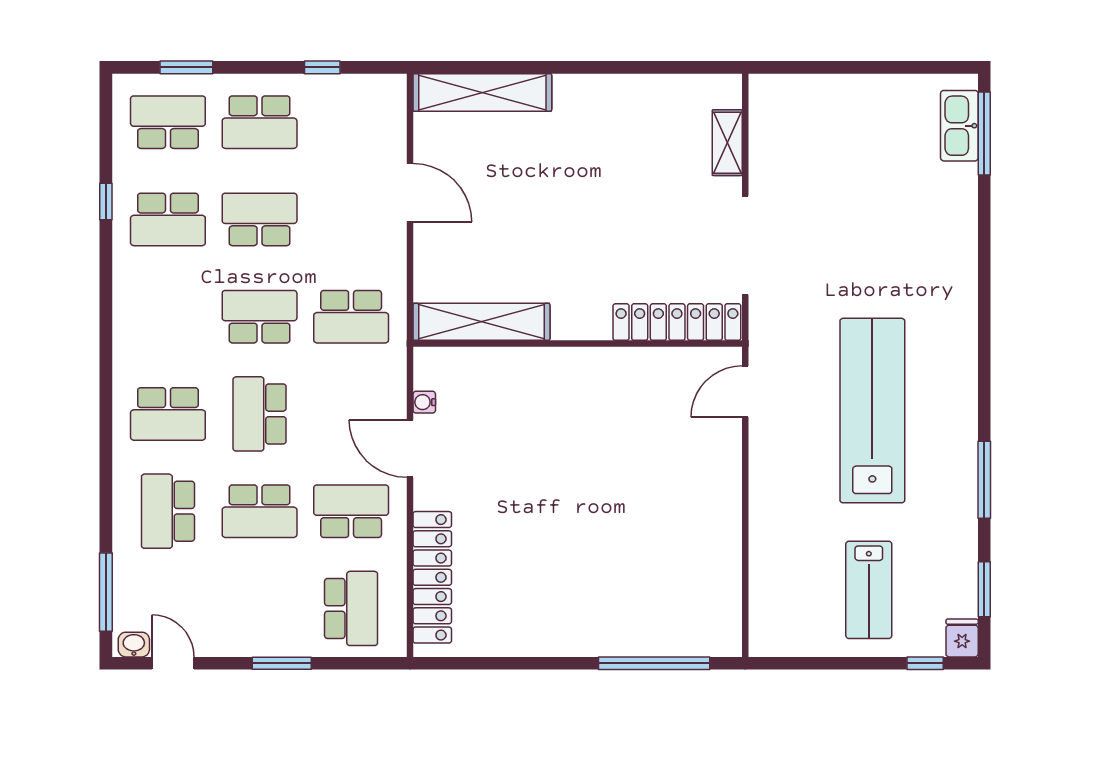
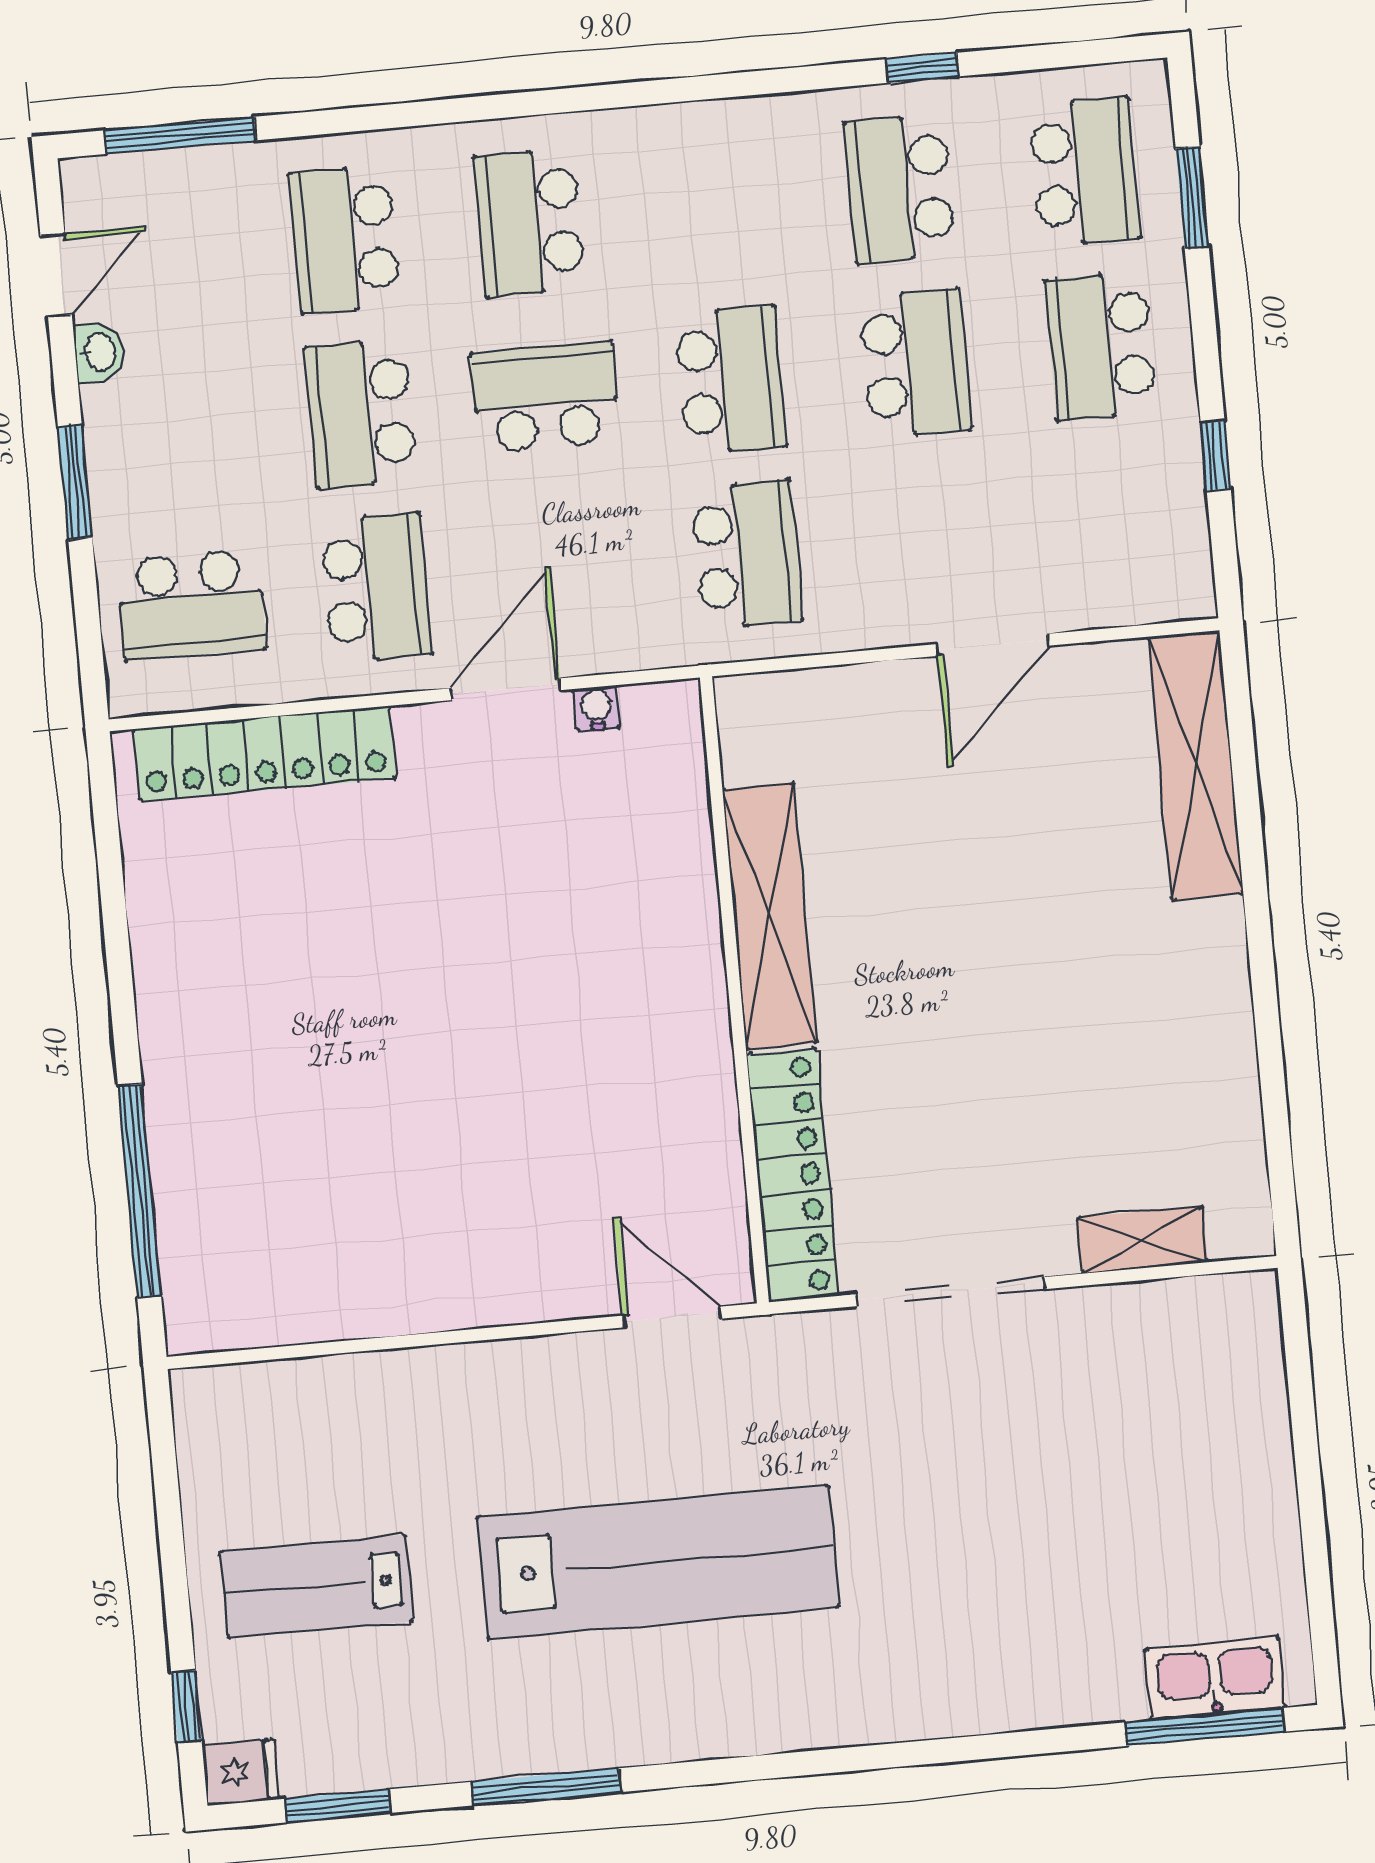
school desk: (351, 317) -> (746, 554), turned 180
shelving: (481, 322) -> (769, 916), moved
school desk: (168, 511) -> (345, 239), turned -90
washbasin: (134, 645) -> (99, 352), moved

